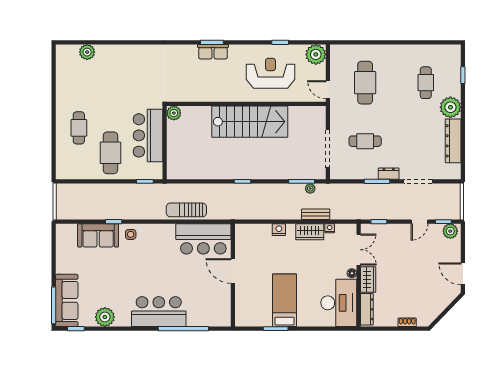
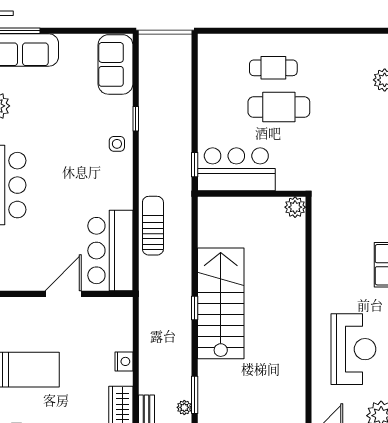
stairs: (250, 122) -> (221, 303), moved, turned 180
bar counter: (148, 135) -> (236, 169), moved
cafe table: (110, 153) -> (279, 107), moved
sofa: (98, 235) -> (115, 64), moved

